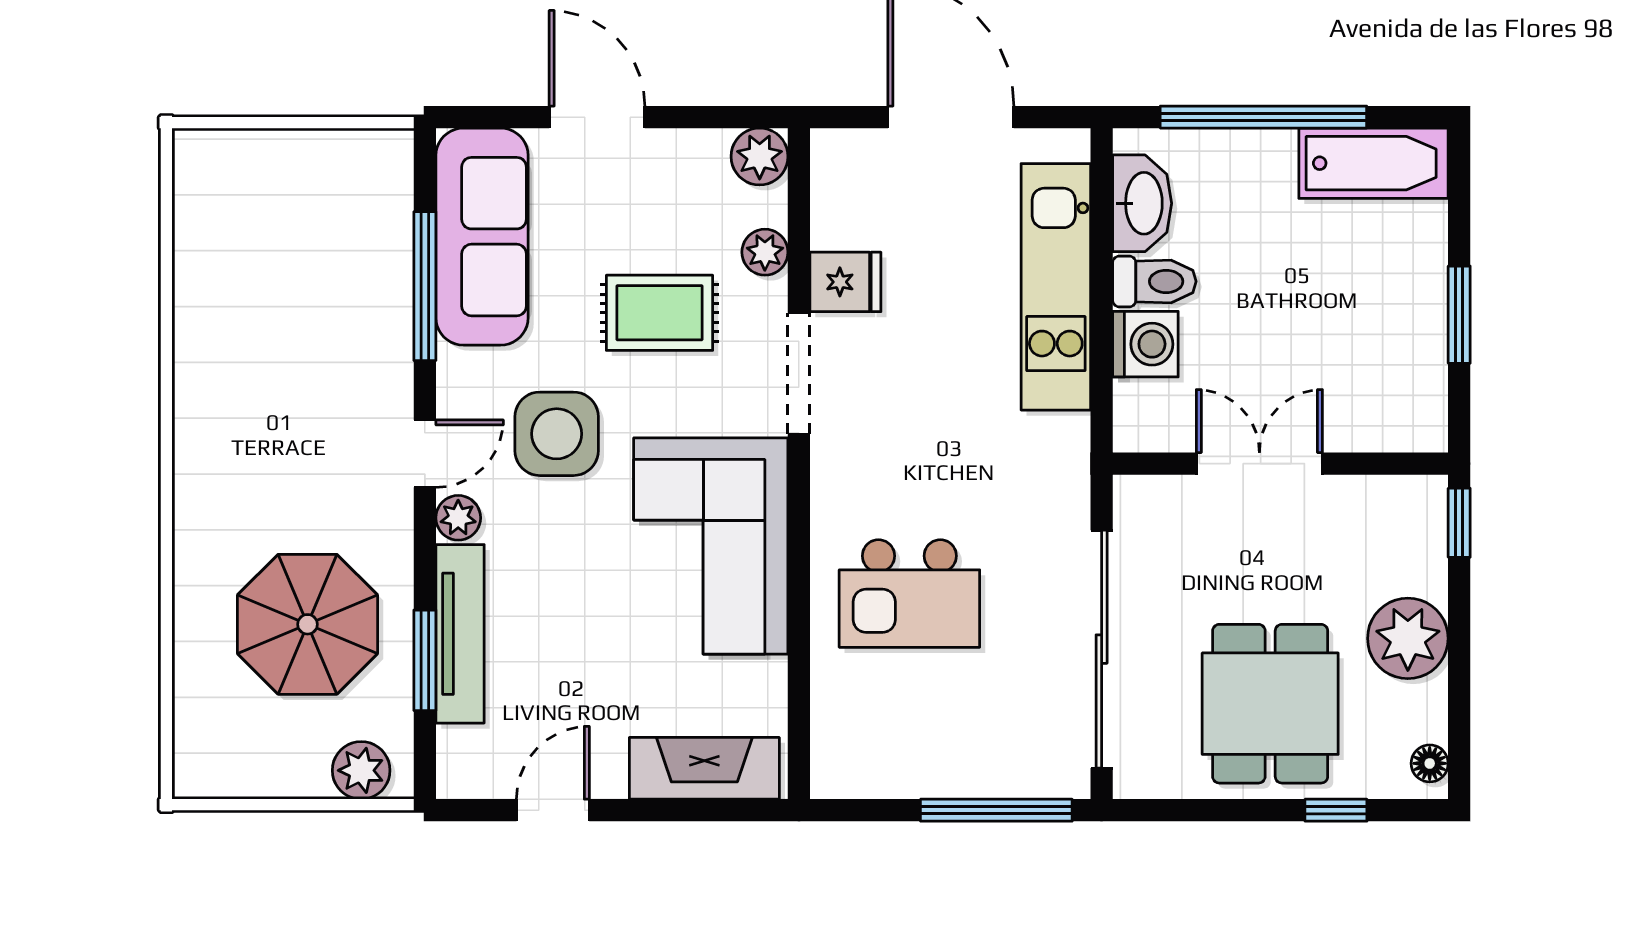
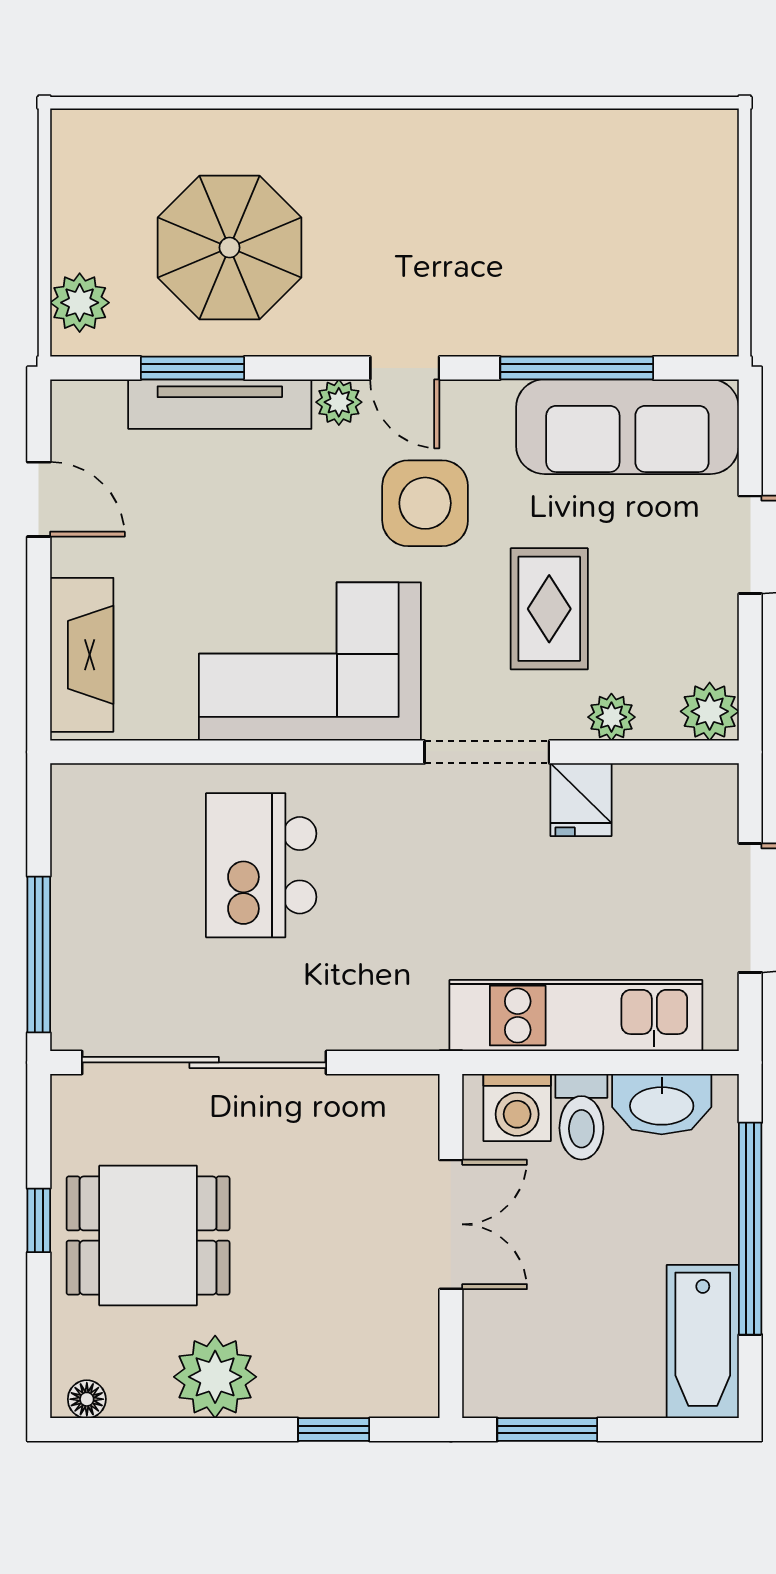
double door: (1259, 464) -> (451, 1224), moved
wall: (1280, 464) -> (451, 1246), moved
window: (1336, 810) -> (39, 1220), moved

